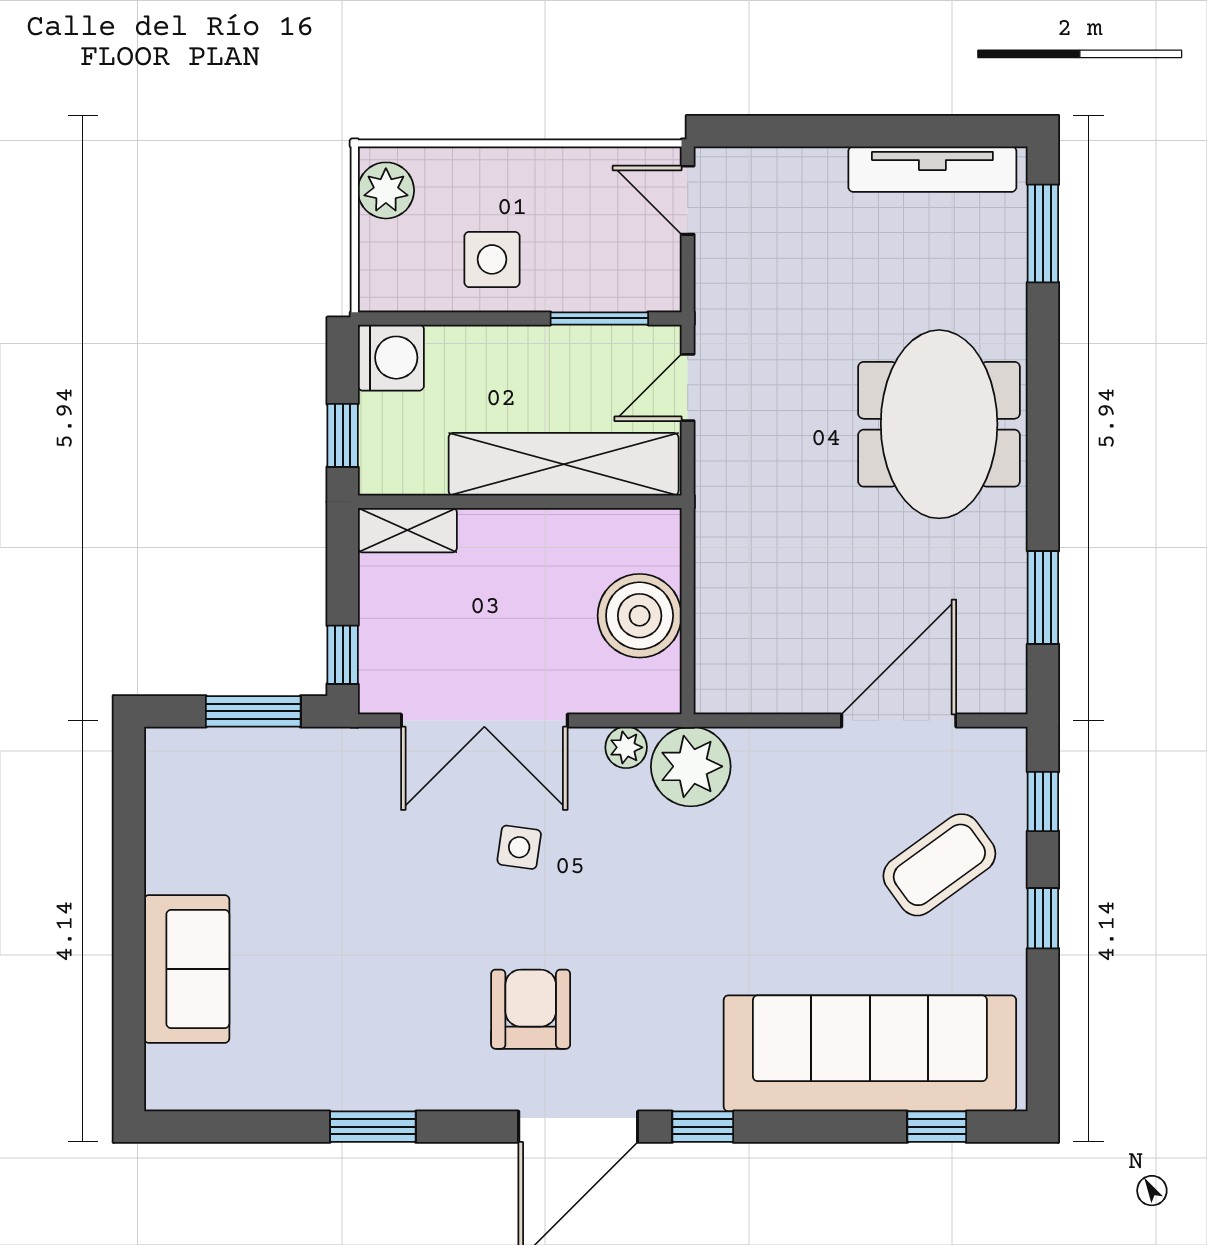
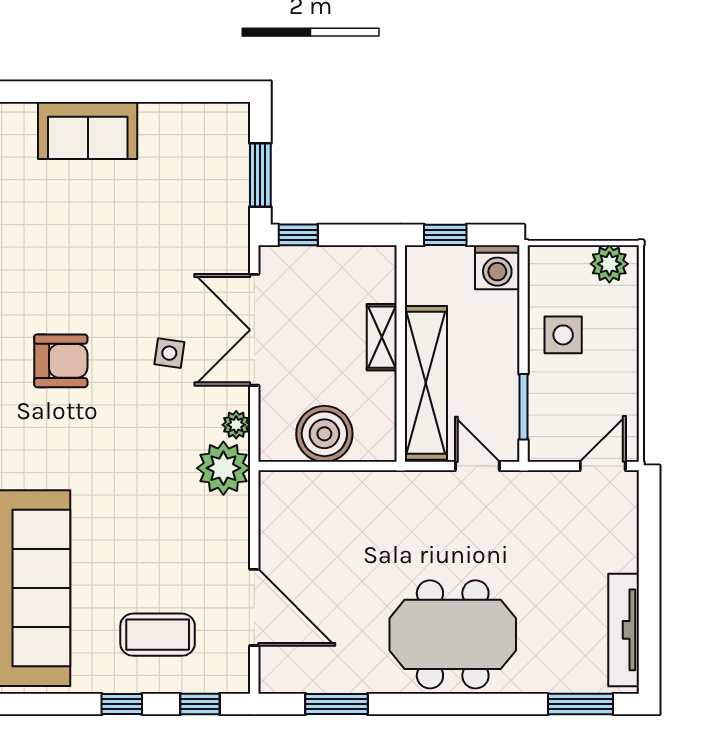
shelving: (407, 530) -> (382, 337), moved
coffee table: (939, 865) -> (158, 635), turned -54

